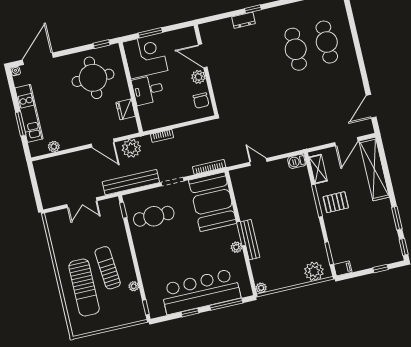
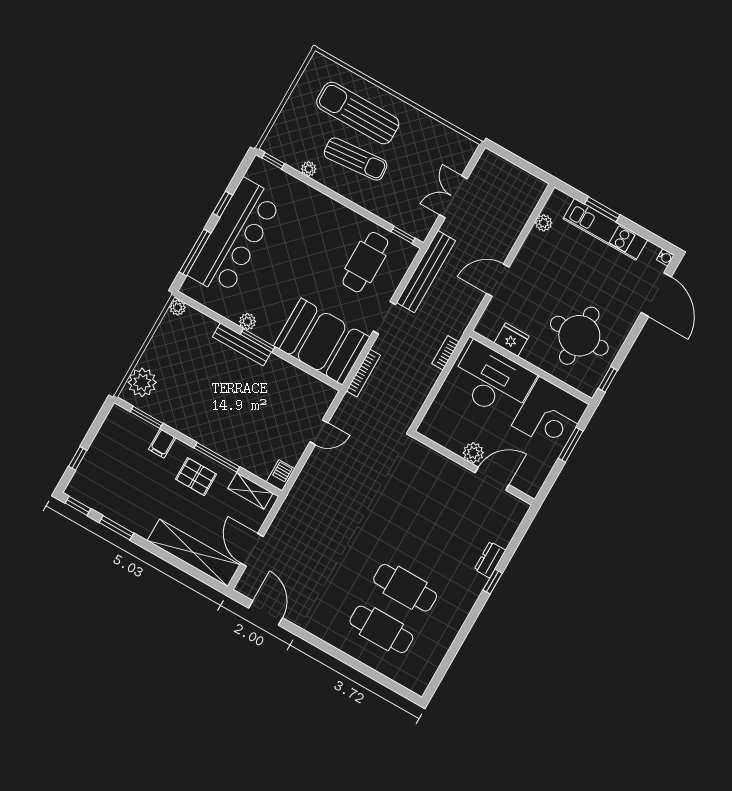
desk: (148, 90) -> (492, 381), width x1.87, depth x1.30
chair: (201, 100) -> (445, 432), removed
plant: (131, 148) -> (463, 307), removed
pallet: (336, 202) -> (196, 477), turned 90
filing cabinet: (343, 268) -> (162, 443), moved

